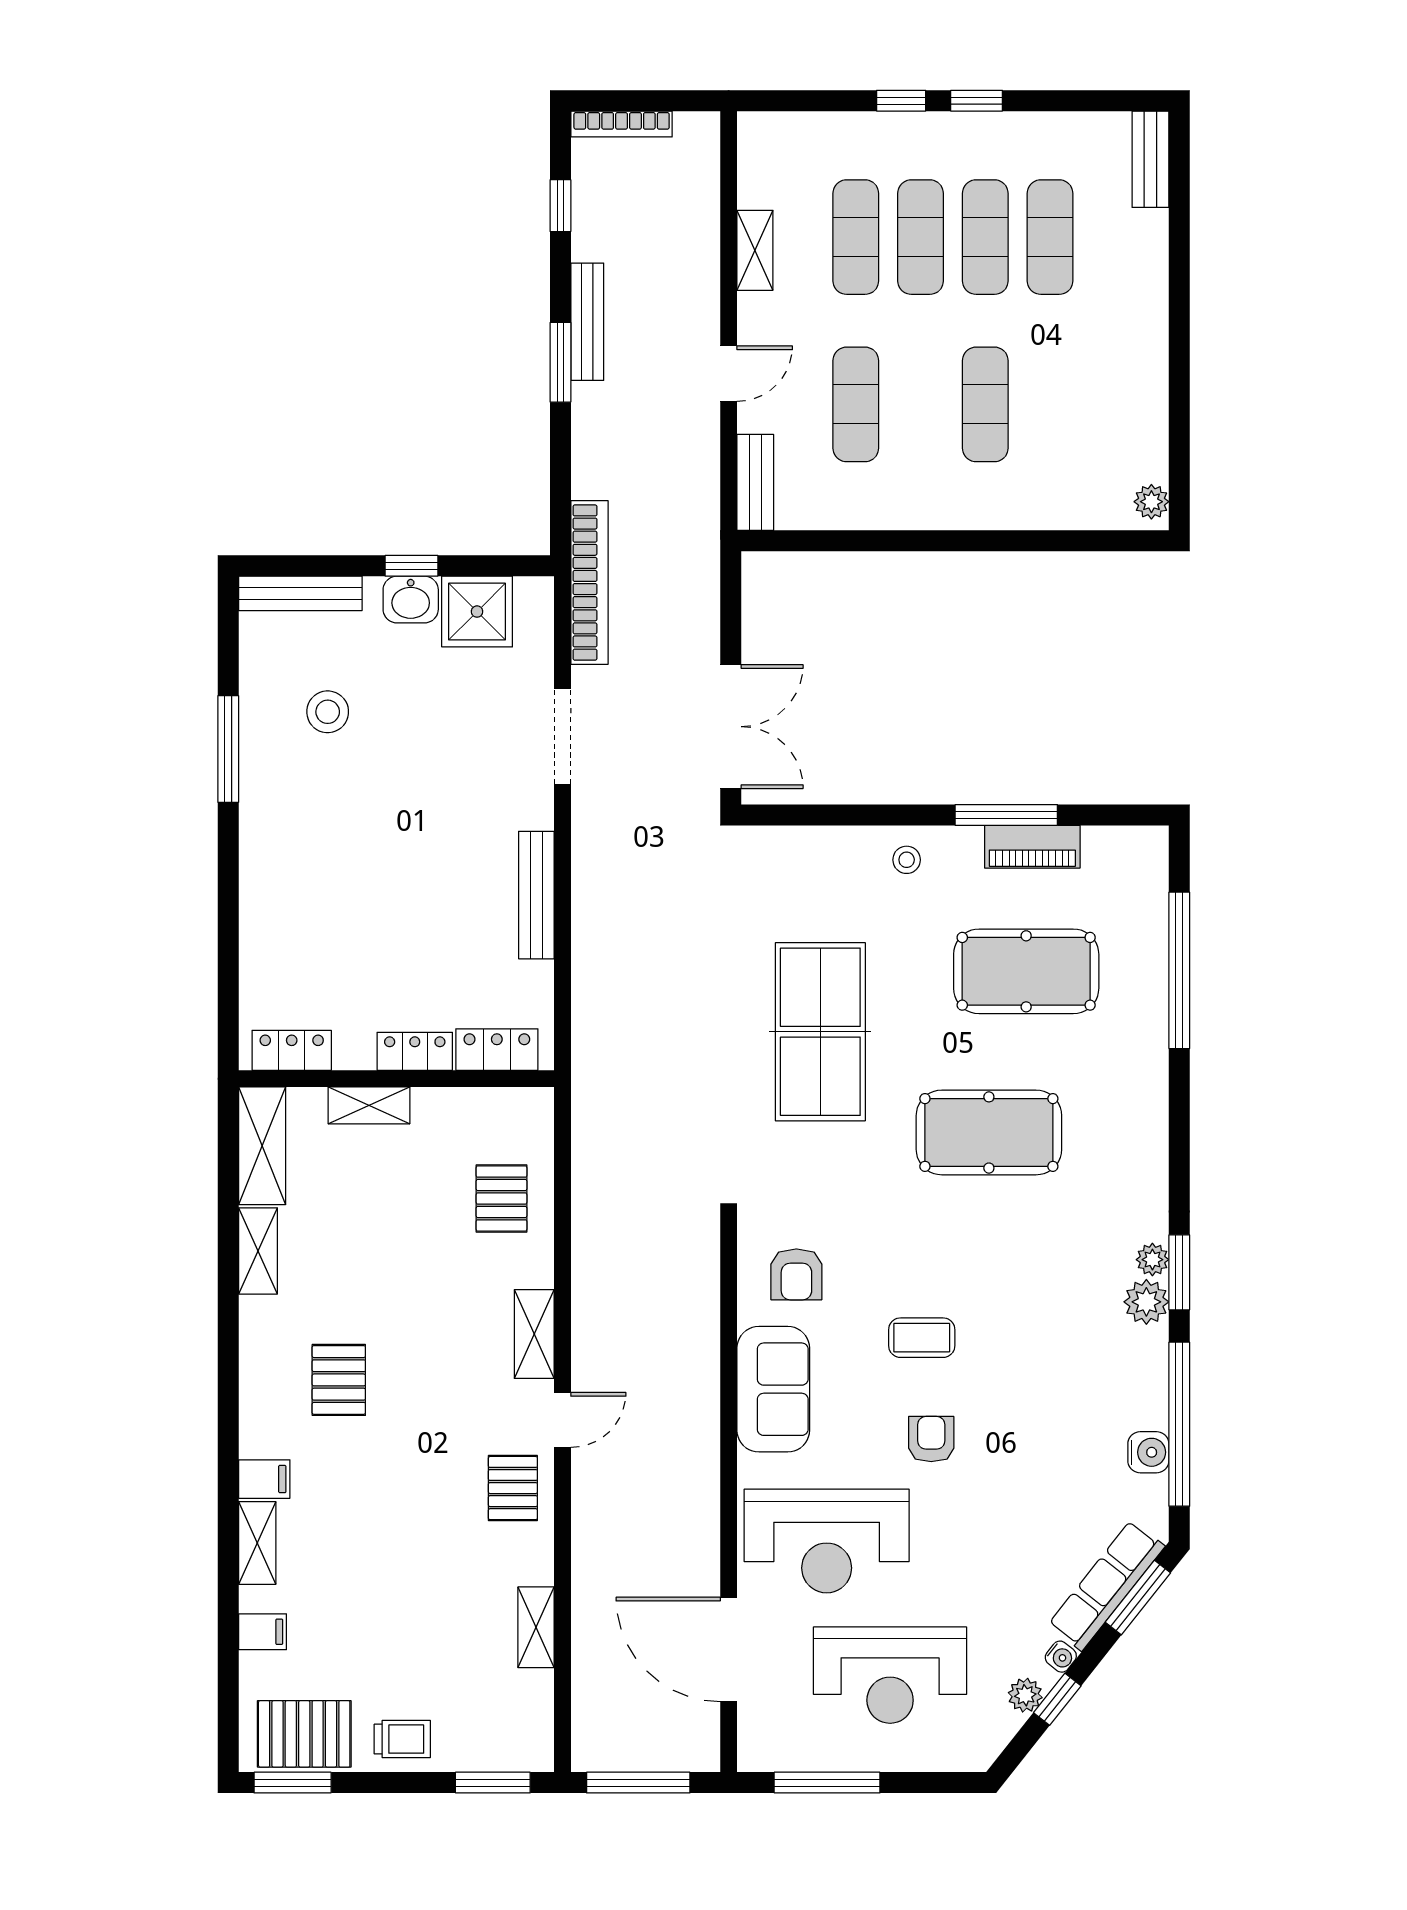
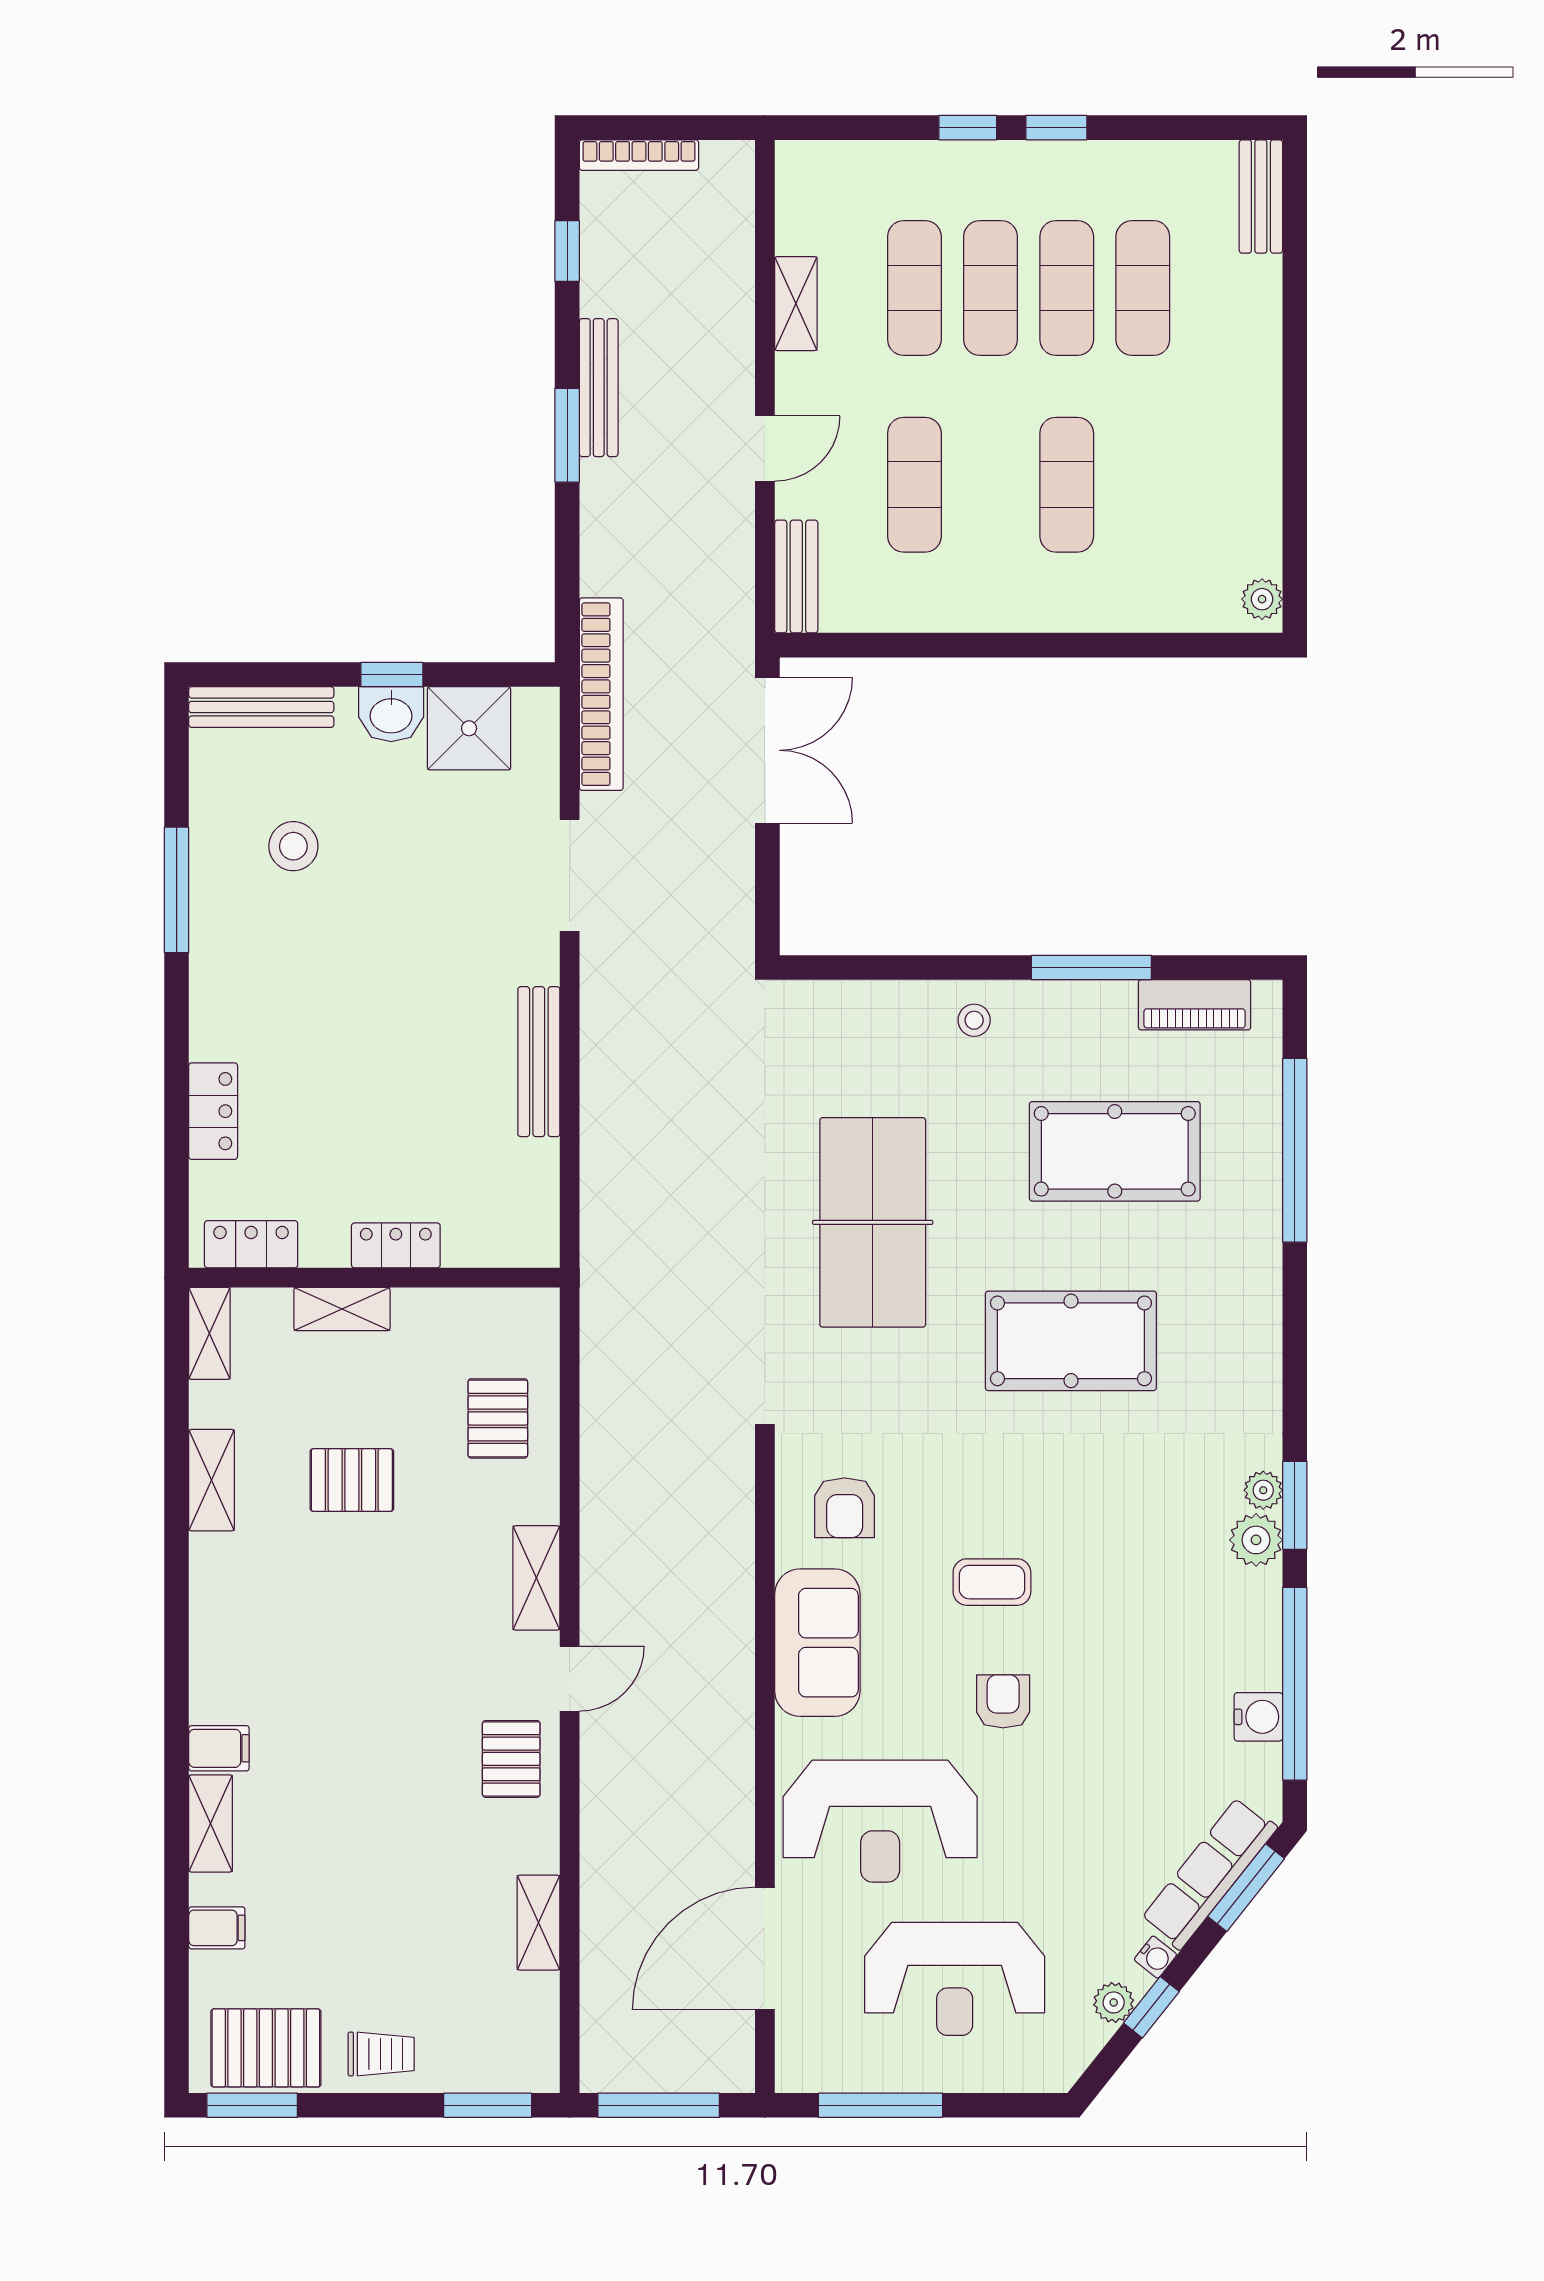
double door: (731, 727) -> (767, 750), moved
piano: (1032, 847) -> (1195, 1005), moved
locker: (497, 1050) -> (213, 1111), moved, turned 90
shelving: (262, 1146) -> (209, 1333), width x0.67, depth x0.75
pallet: (339, 1380) -> (352, 1480), moved, turned 90
door: (729, 1649) -> (765, 1949), hinge flipped

